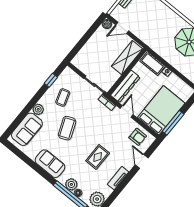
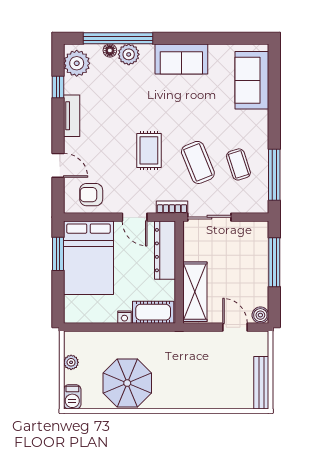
door: (122, 28) -> (235, 327), hinge flipped
window: (82, 42) -> (274, 262), added
window: (51, 80) -> (274, 175), width x2.17
plant: (38, 109) -> (259, 120), removed
window: (173, 123) -> (58, 254), width x0.69
coffee table: (67, 128) -> (198, 162), moved
rug: (98, 157) -> (149, 150), moved
window: (114, 195) -> (58, 87), added

